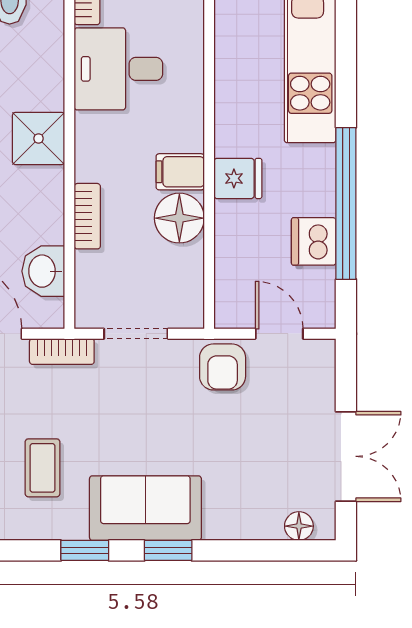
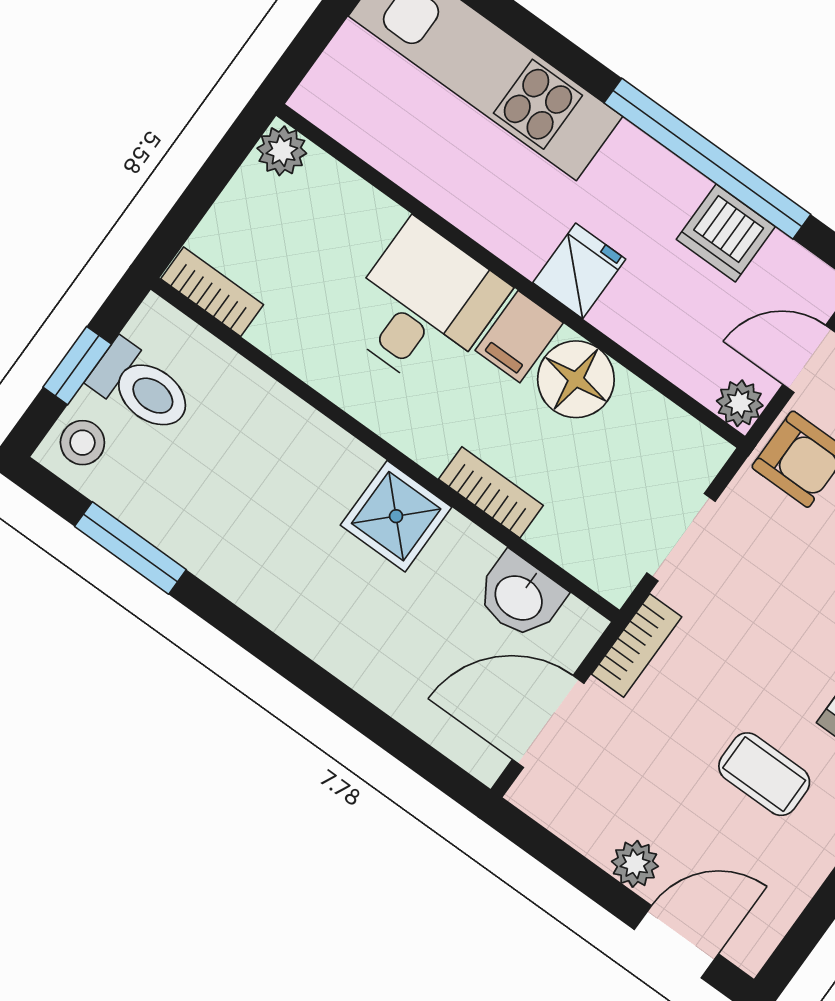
desk: (118, 69) -> (423, 306), moved, turned 180
shower: (39, 138) -> (396, 516), moved
plant: (229, 314) -> (740, 403), added

